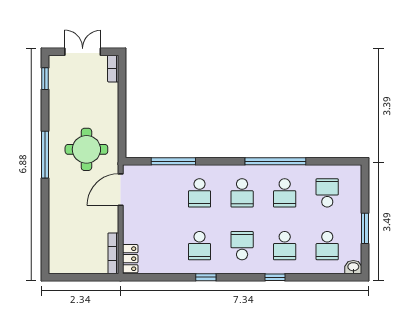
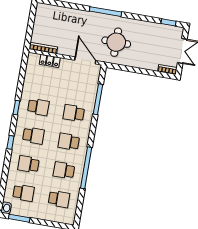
window: (45, 155) -> (105, 12), moved
window: (365, 228) -> (19, 218), moved
school desk: (199, 246) -> (38, 107), turned 180
school desk: (327, 246) -> (24, 193), turned 180
locker: (130, 259) -> (50, 61), moved
window: (275, 277) -> (10, 142), moved

